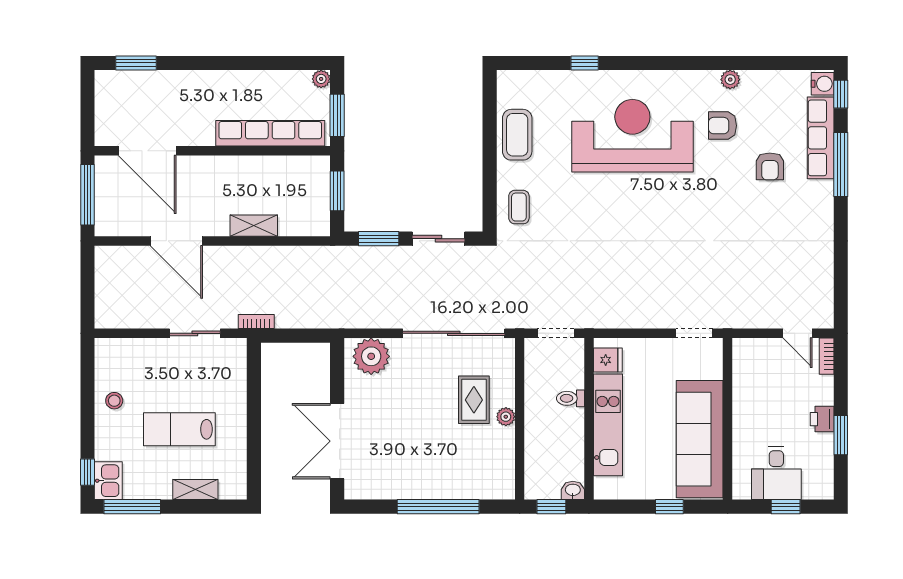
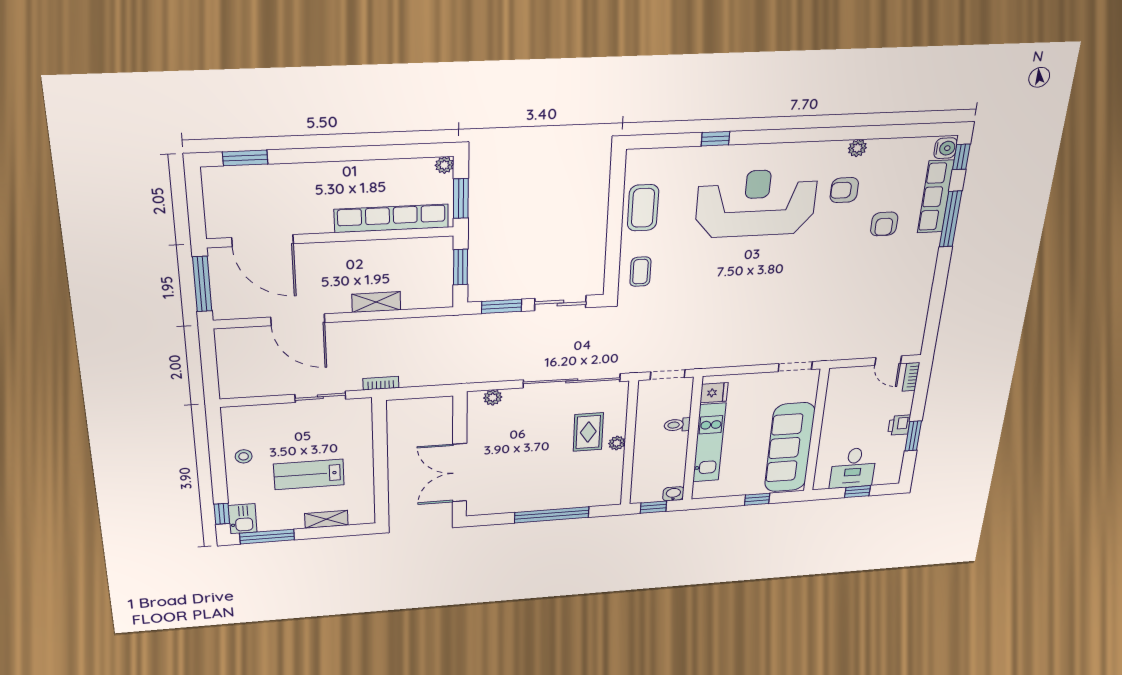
plant: (371, 356) -> (493, 397), width x0.53, depth x0.53

